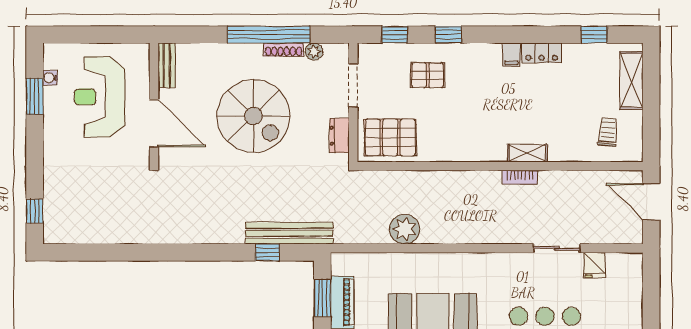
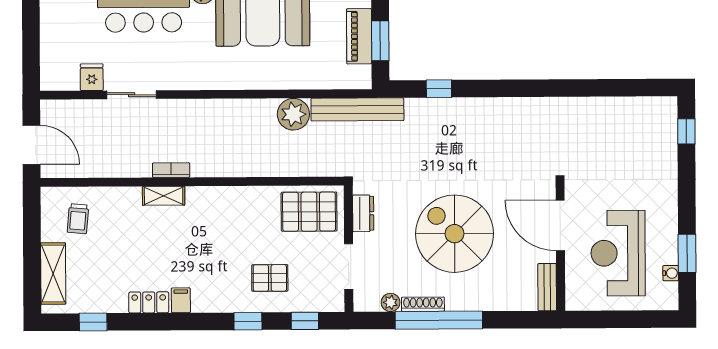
reception desk: (100, 97) -> (618, 253), turned 180
bench: (289, 233) -> (357, 109), moved

